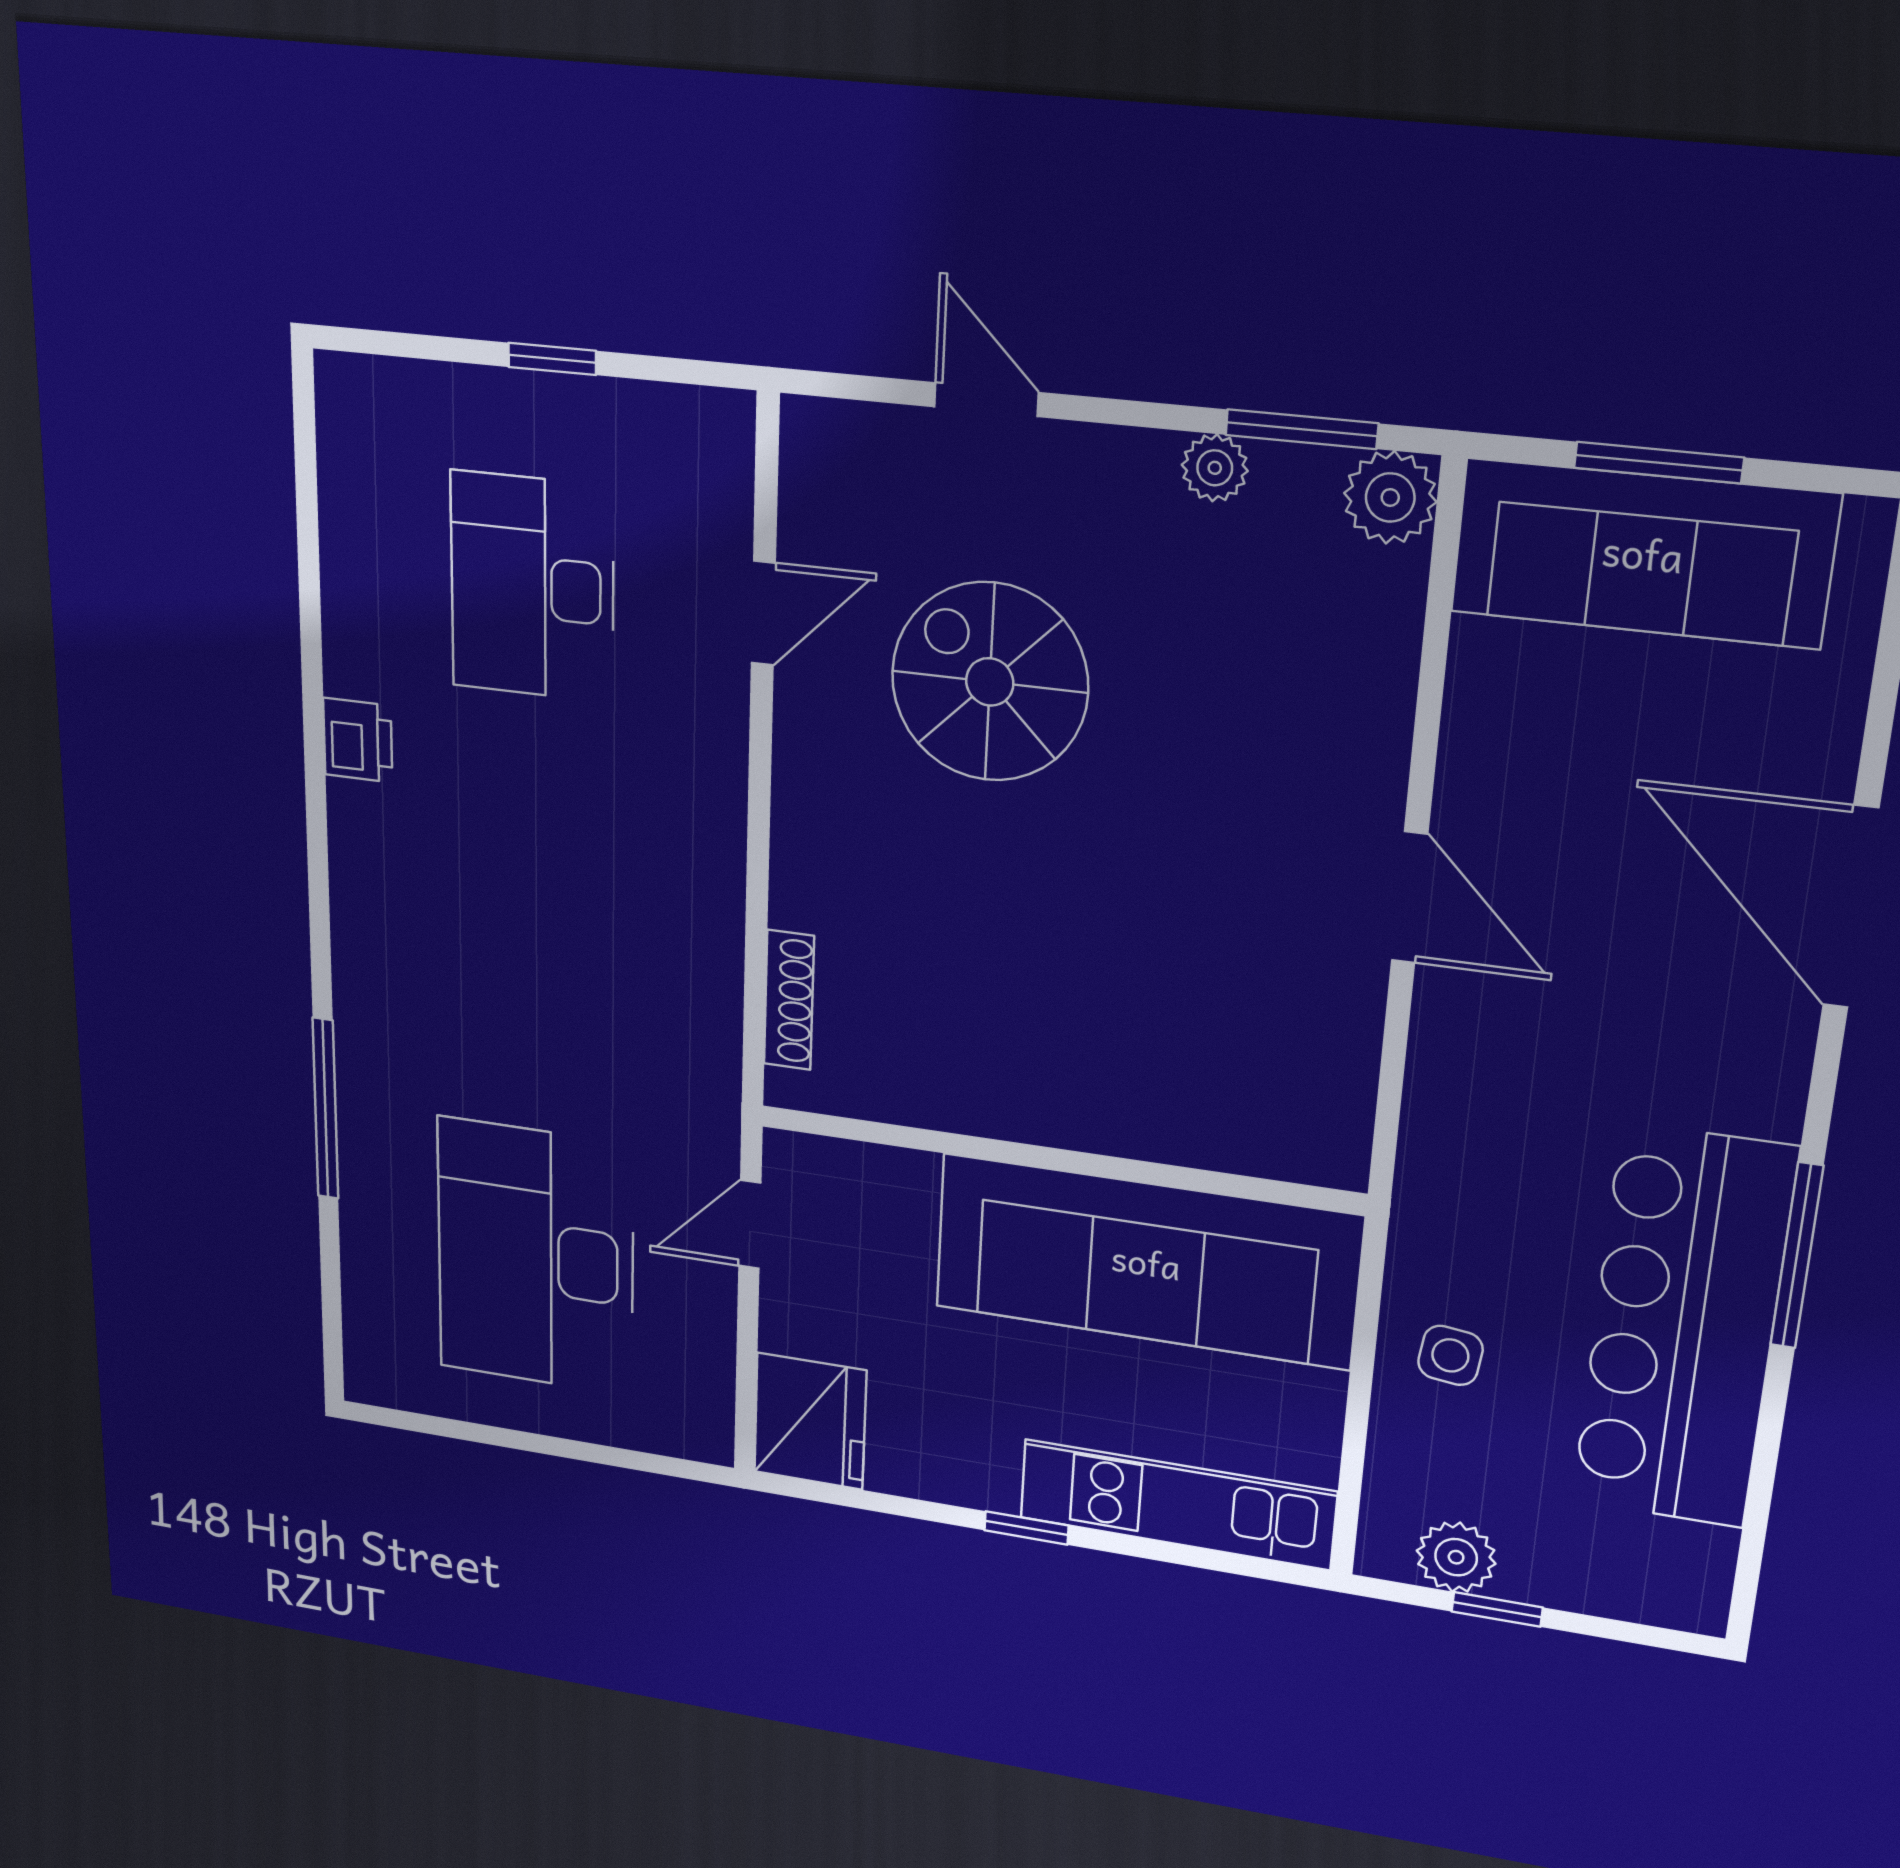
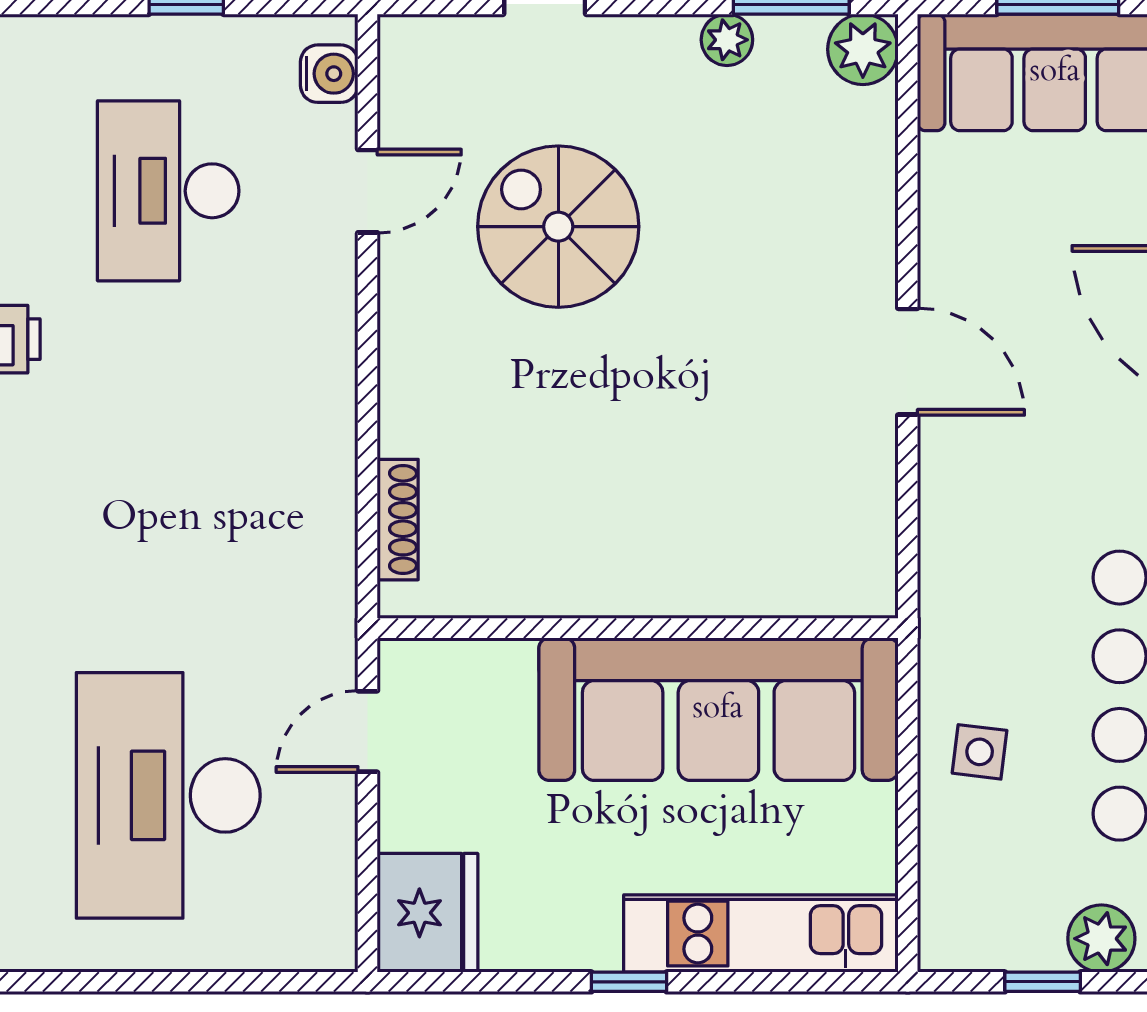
water cooler: (721, 463) -> (329, 74), added
plant: (1456, 1557) -> (1101, 939), moved

